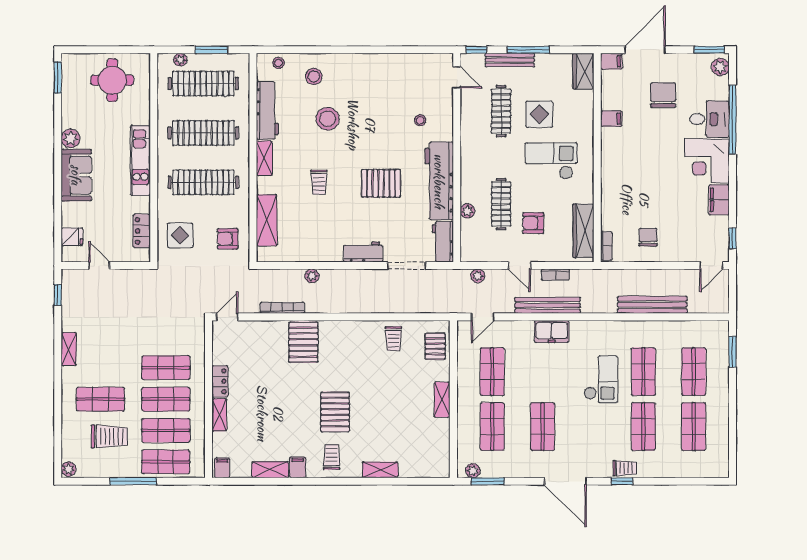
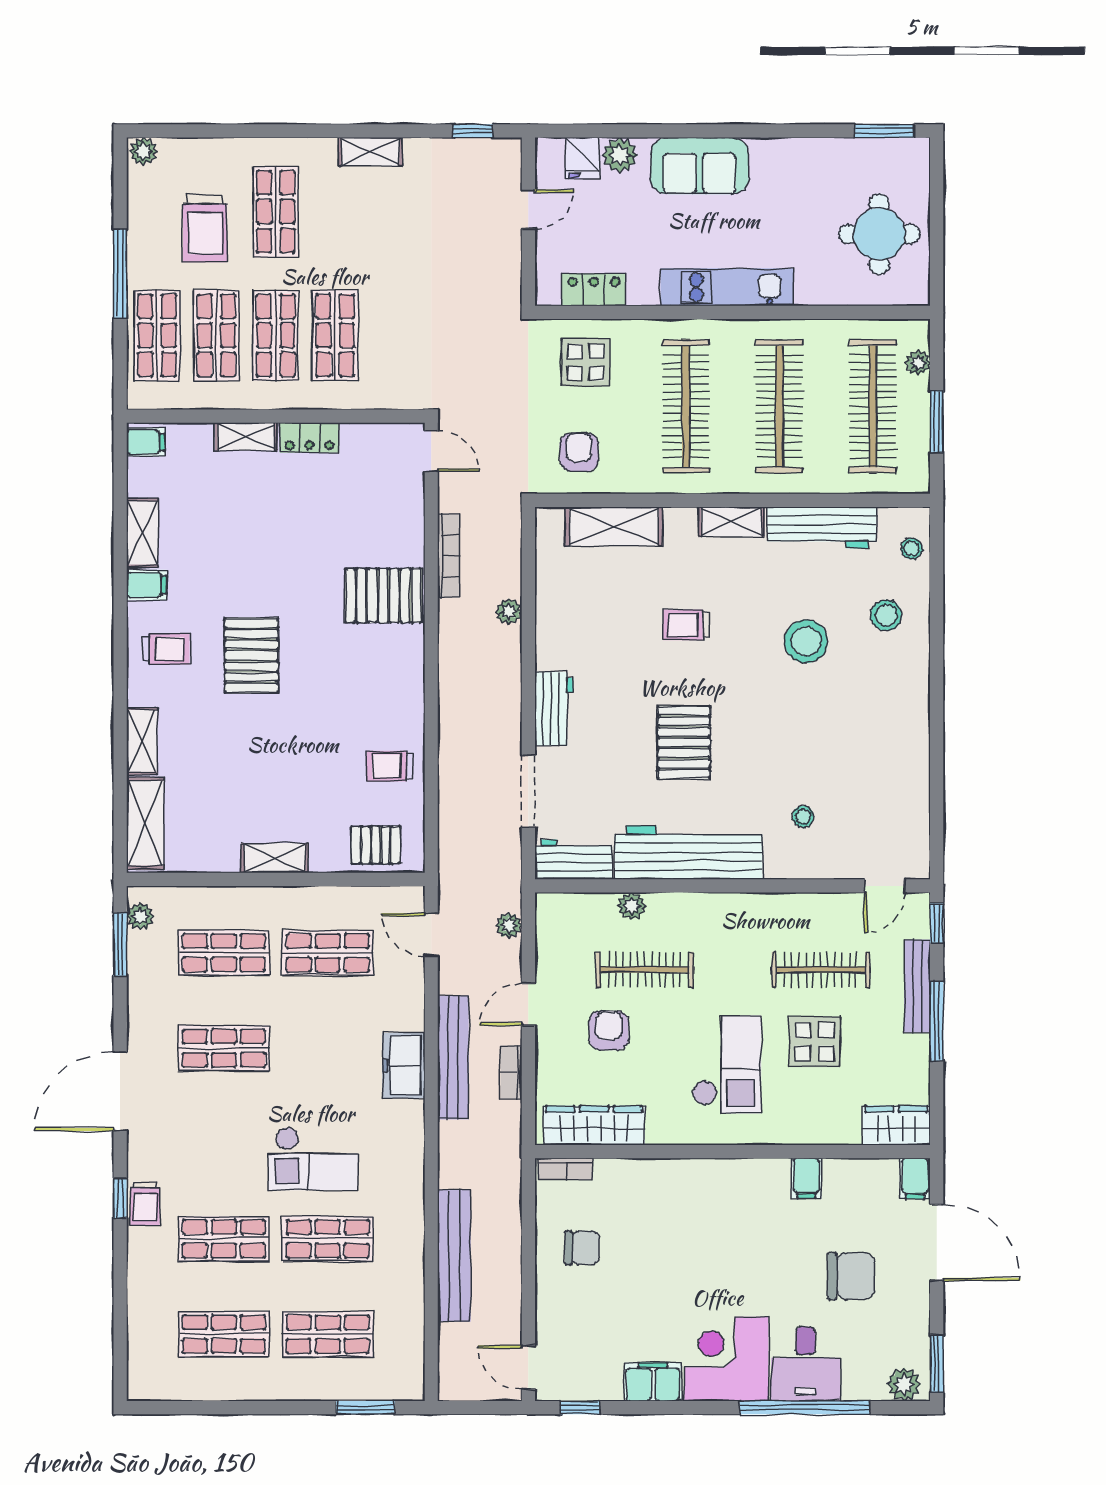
plant: (71, 138) -> (620, 155), moved
pallet: (335, 412) -> (251, 655), turned 90
shelving: (424, 468) -> (145, 823), added

